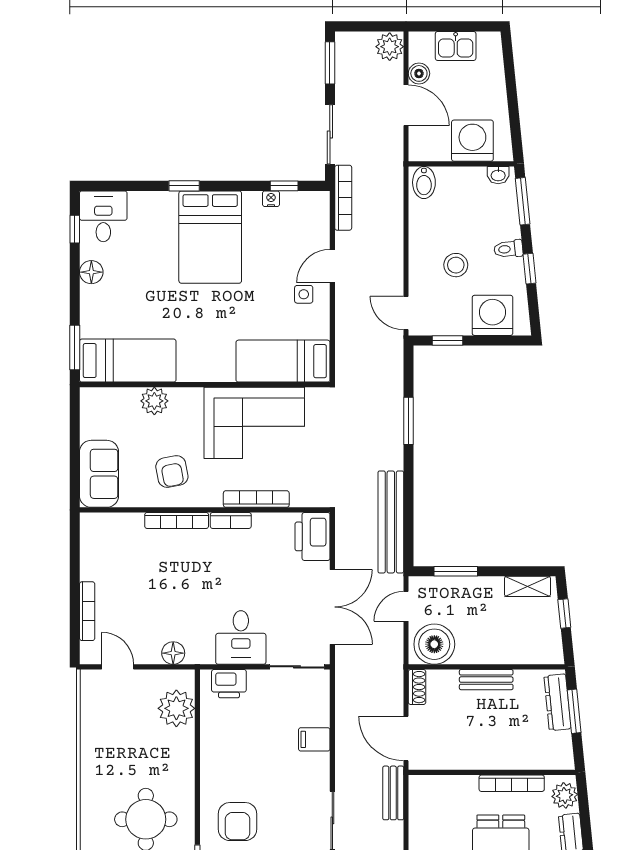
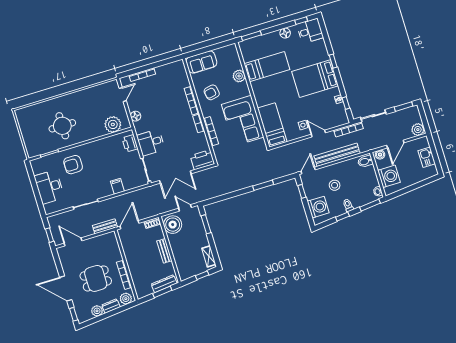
boiler: (419, 73) -> (380, 155), moved
bed: (128, 361) -> (267, 67), moved, turned -90
bench: (391, 522) -> (337, 155), moved

